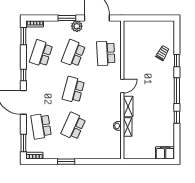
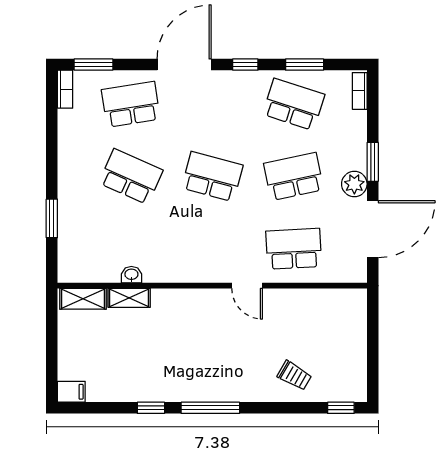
window: (23, 36) -> (305, 65), moved
school desk: (73, 53) -> (294, 177), turned -33
window: (177, 61) -> (341, 408), moved
door: (122, 86) -> (247, 286), moved
shelving: (128, 106) -> (83, 299), moved
filing cabinet: (165, 153) -> (71, 392), width x0.50
window: (66, 162) -> (52, 218), moved

